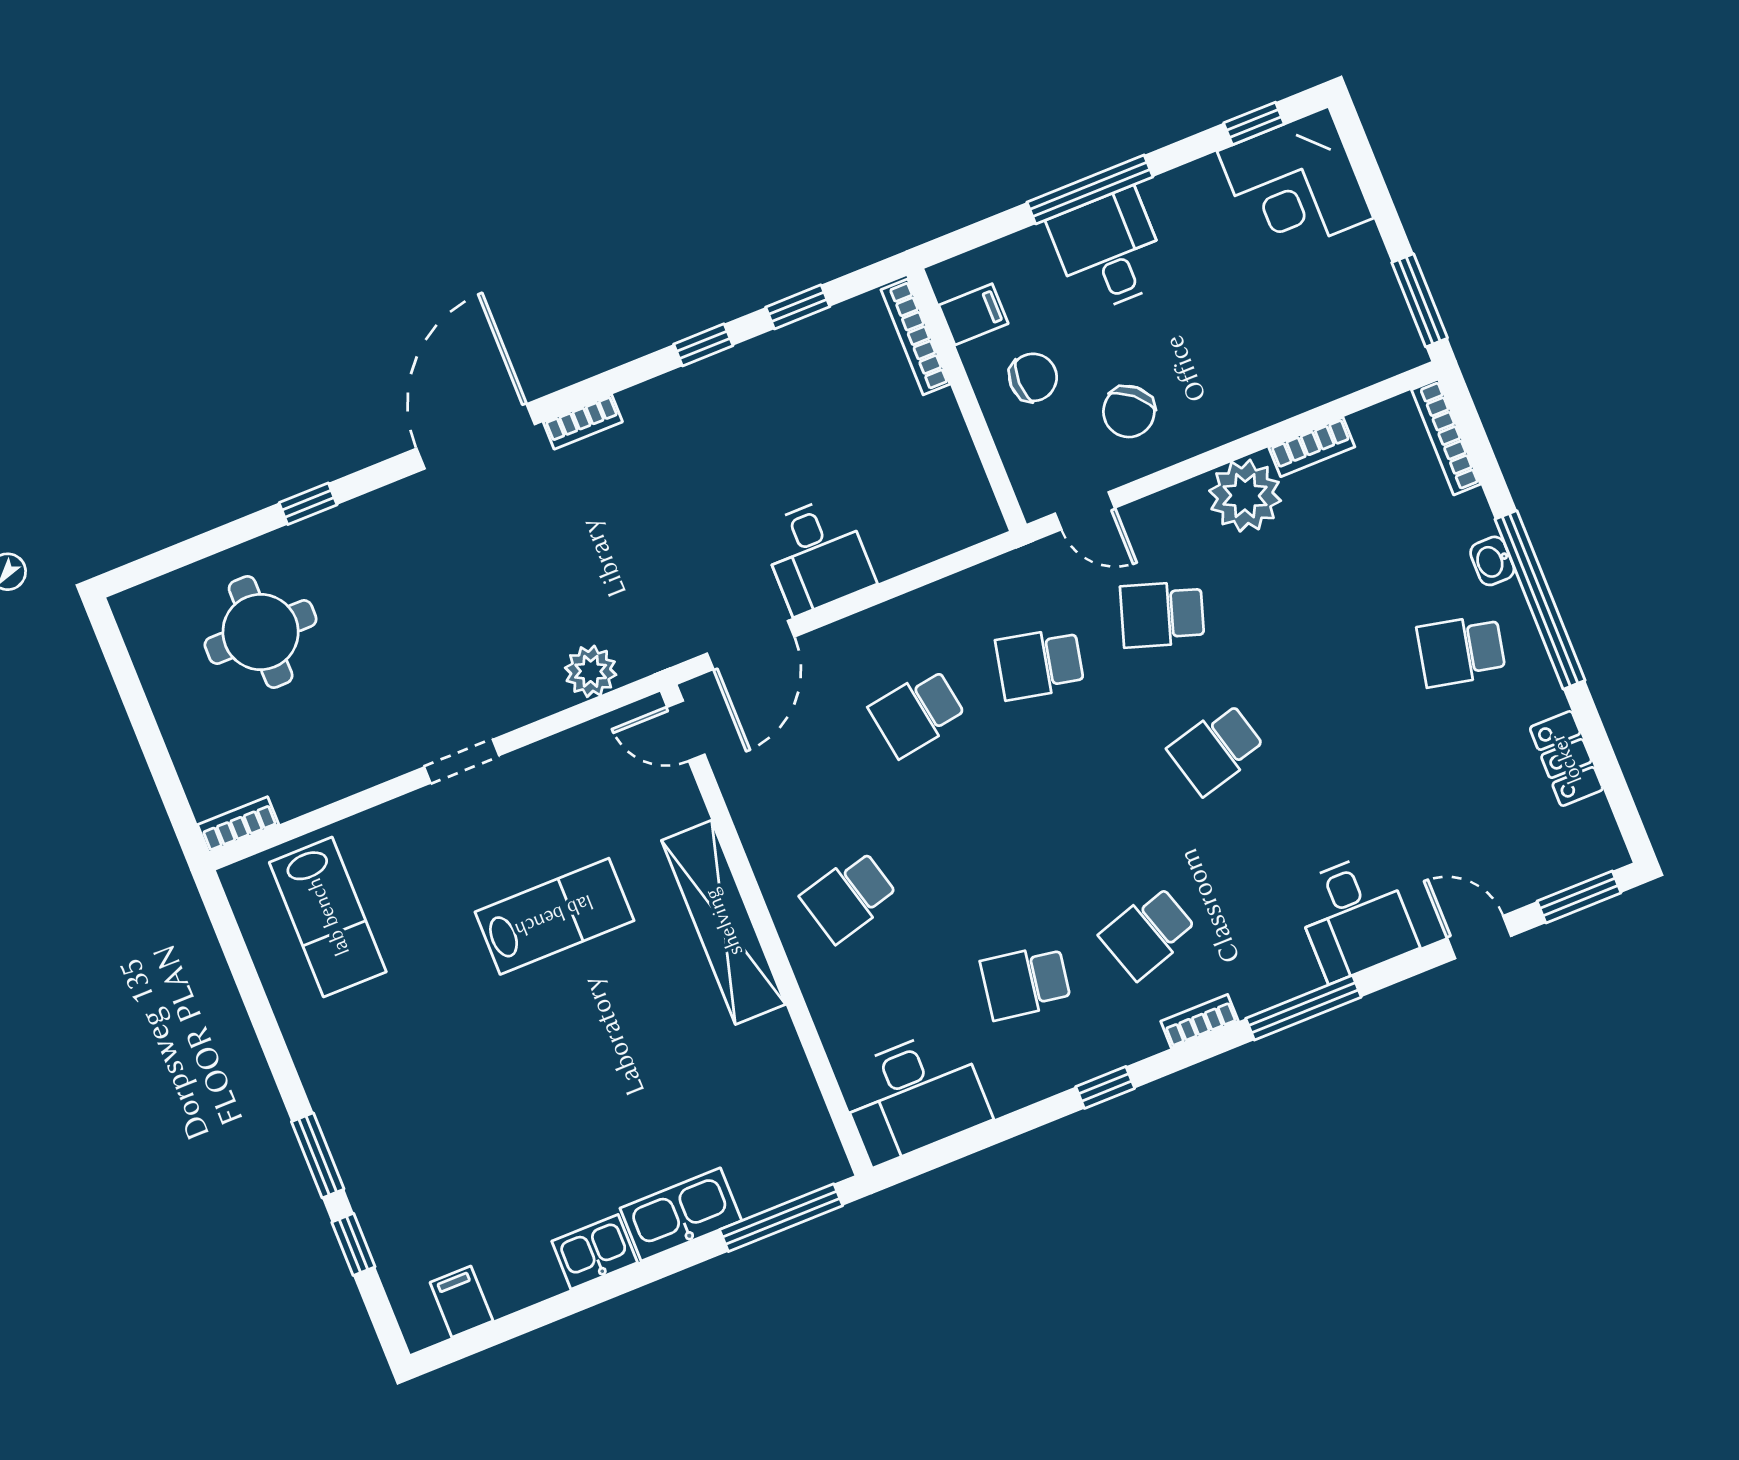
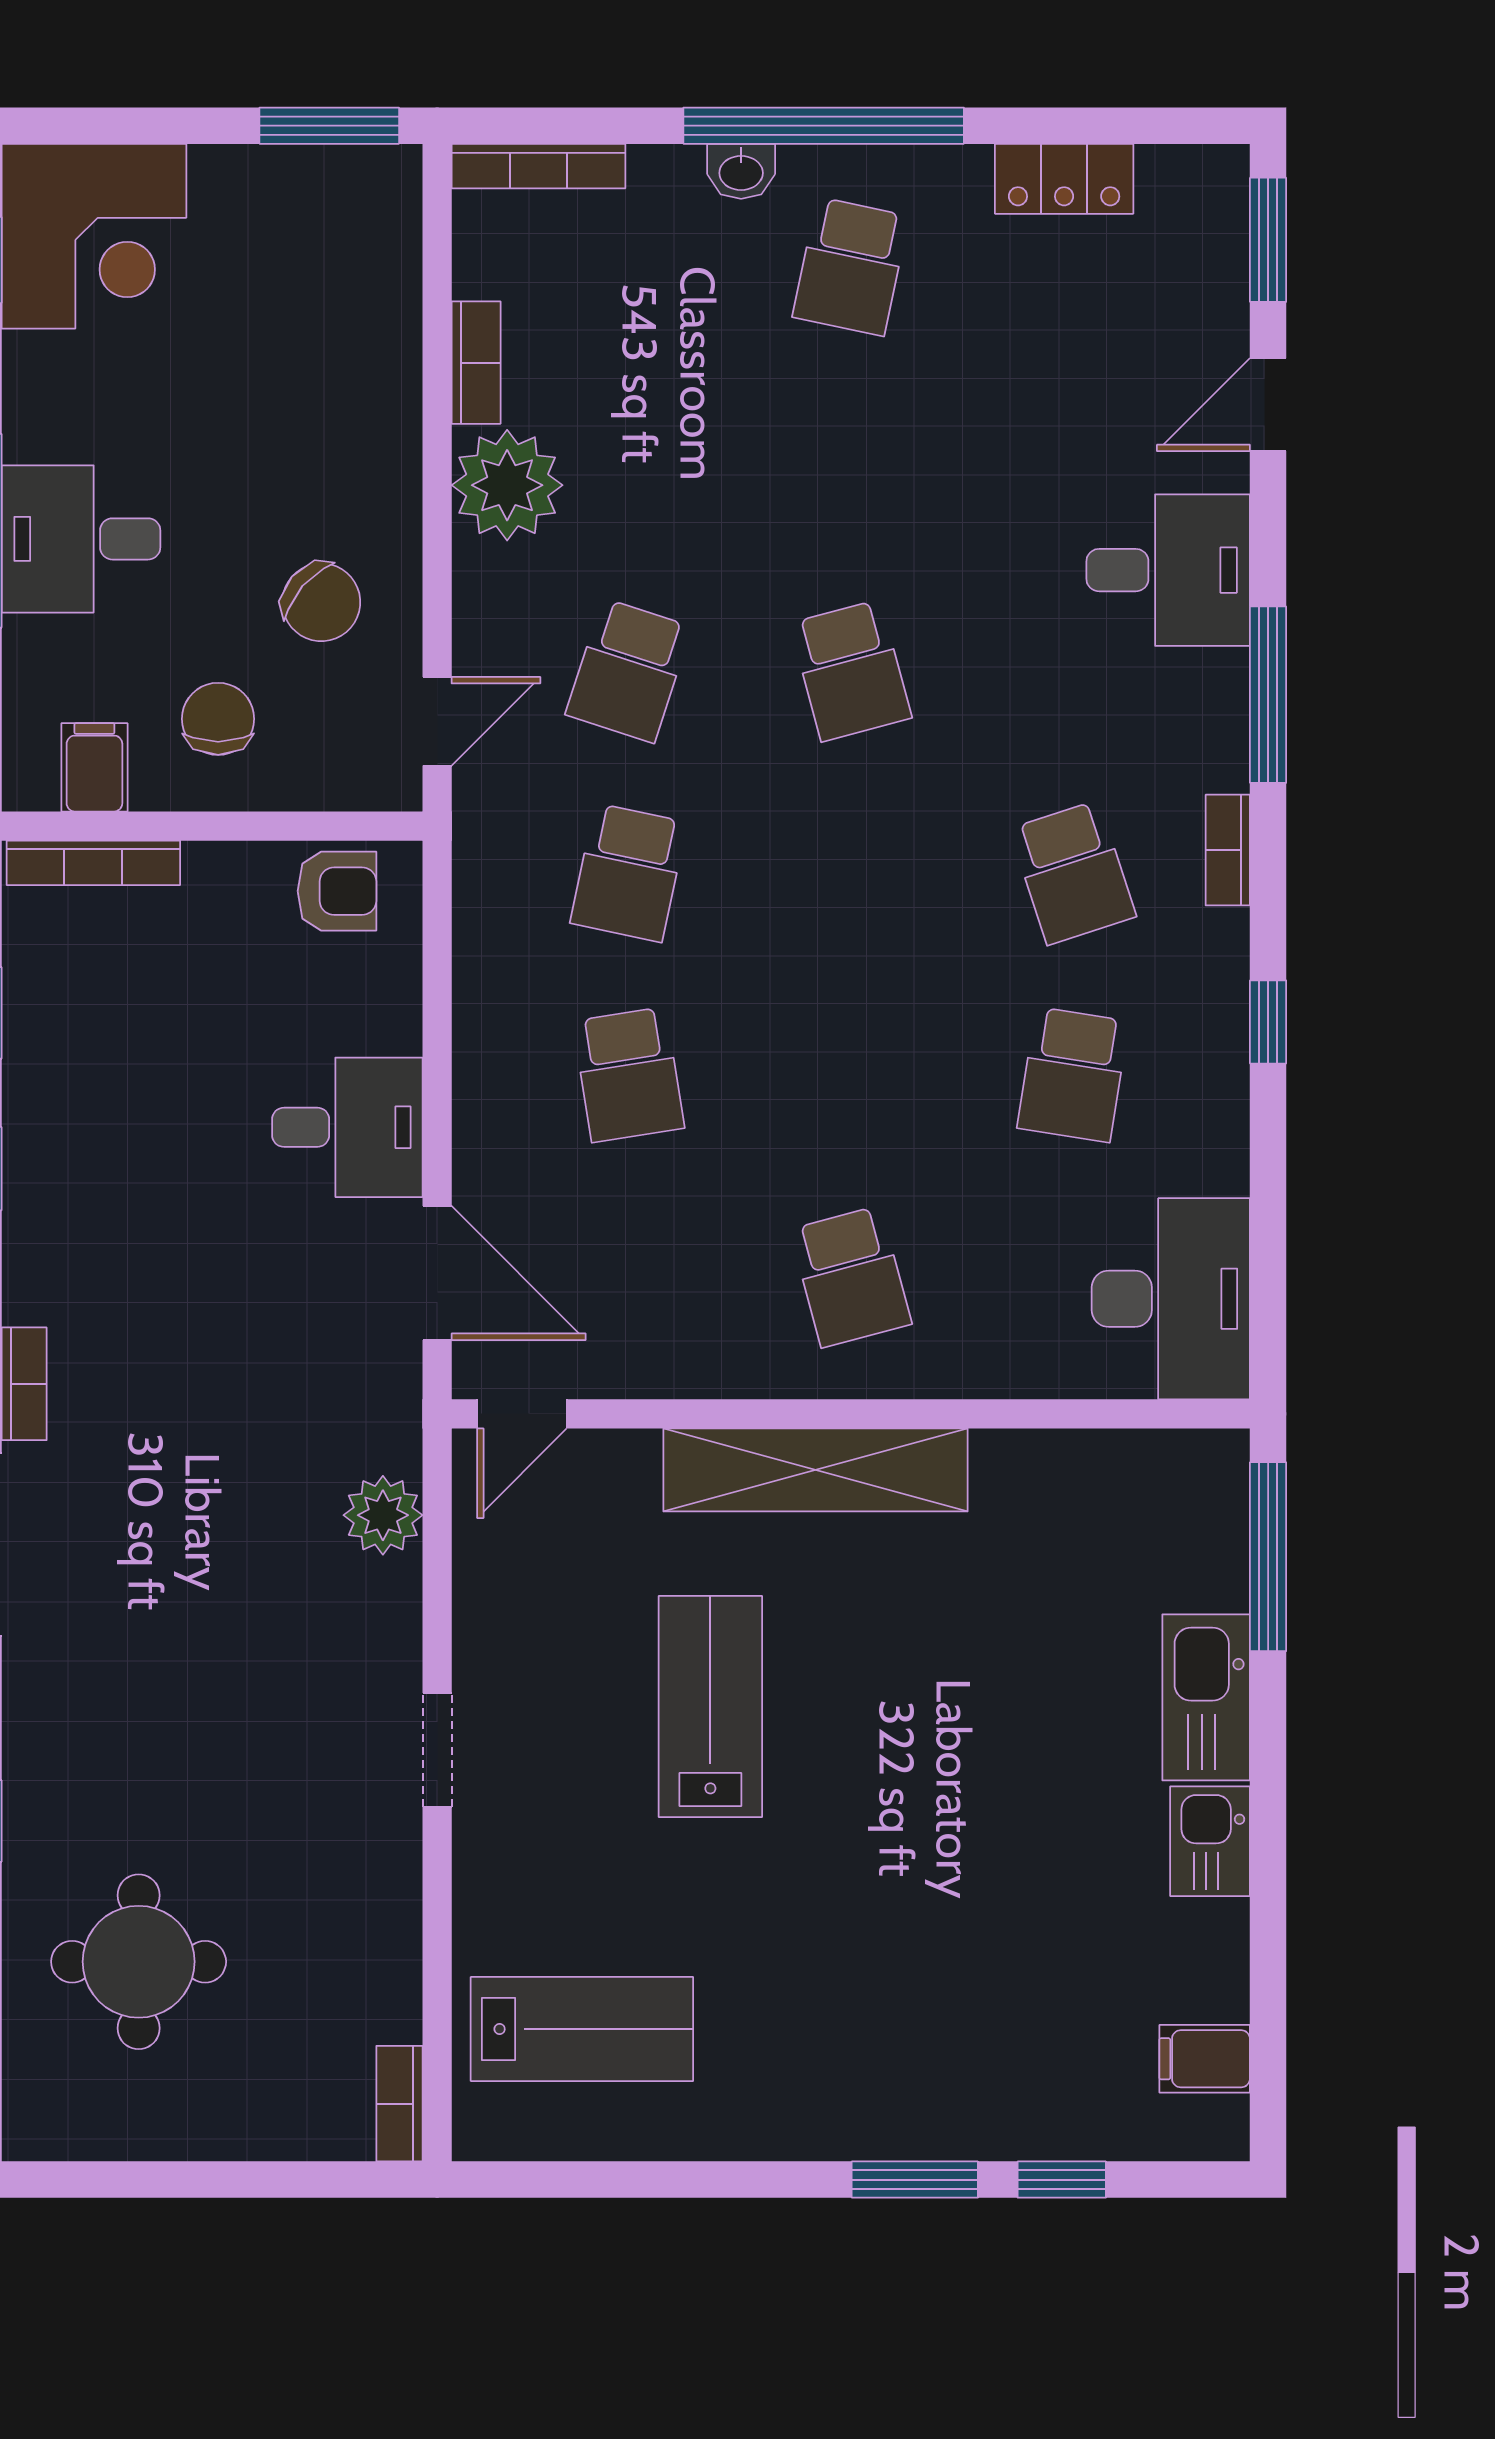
armchair: (958, 491) -> (337, 891), added

